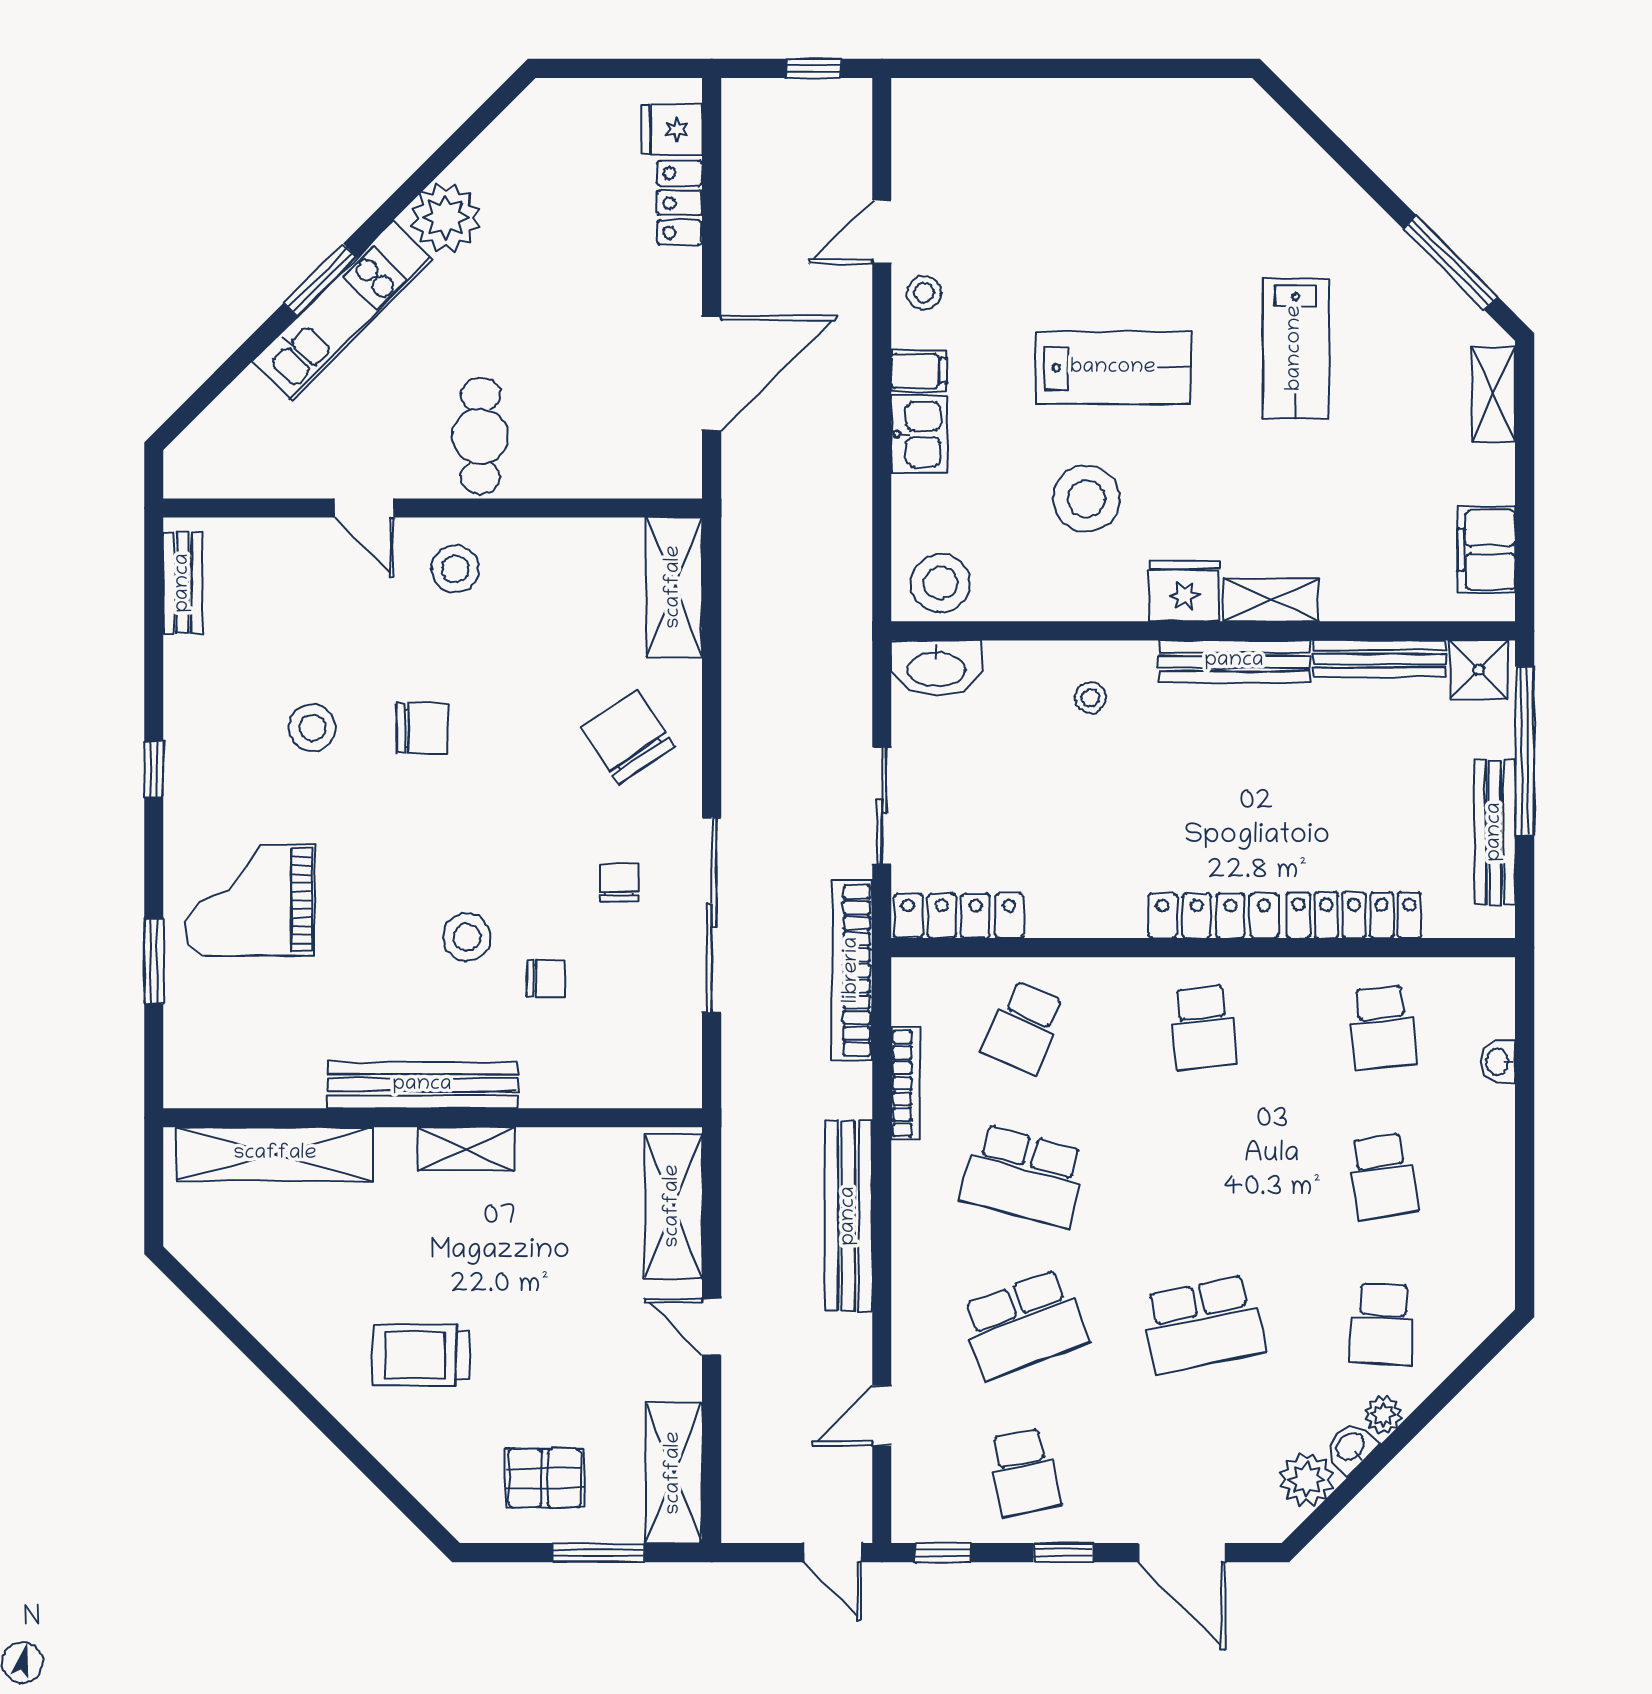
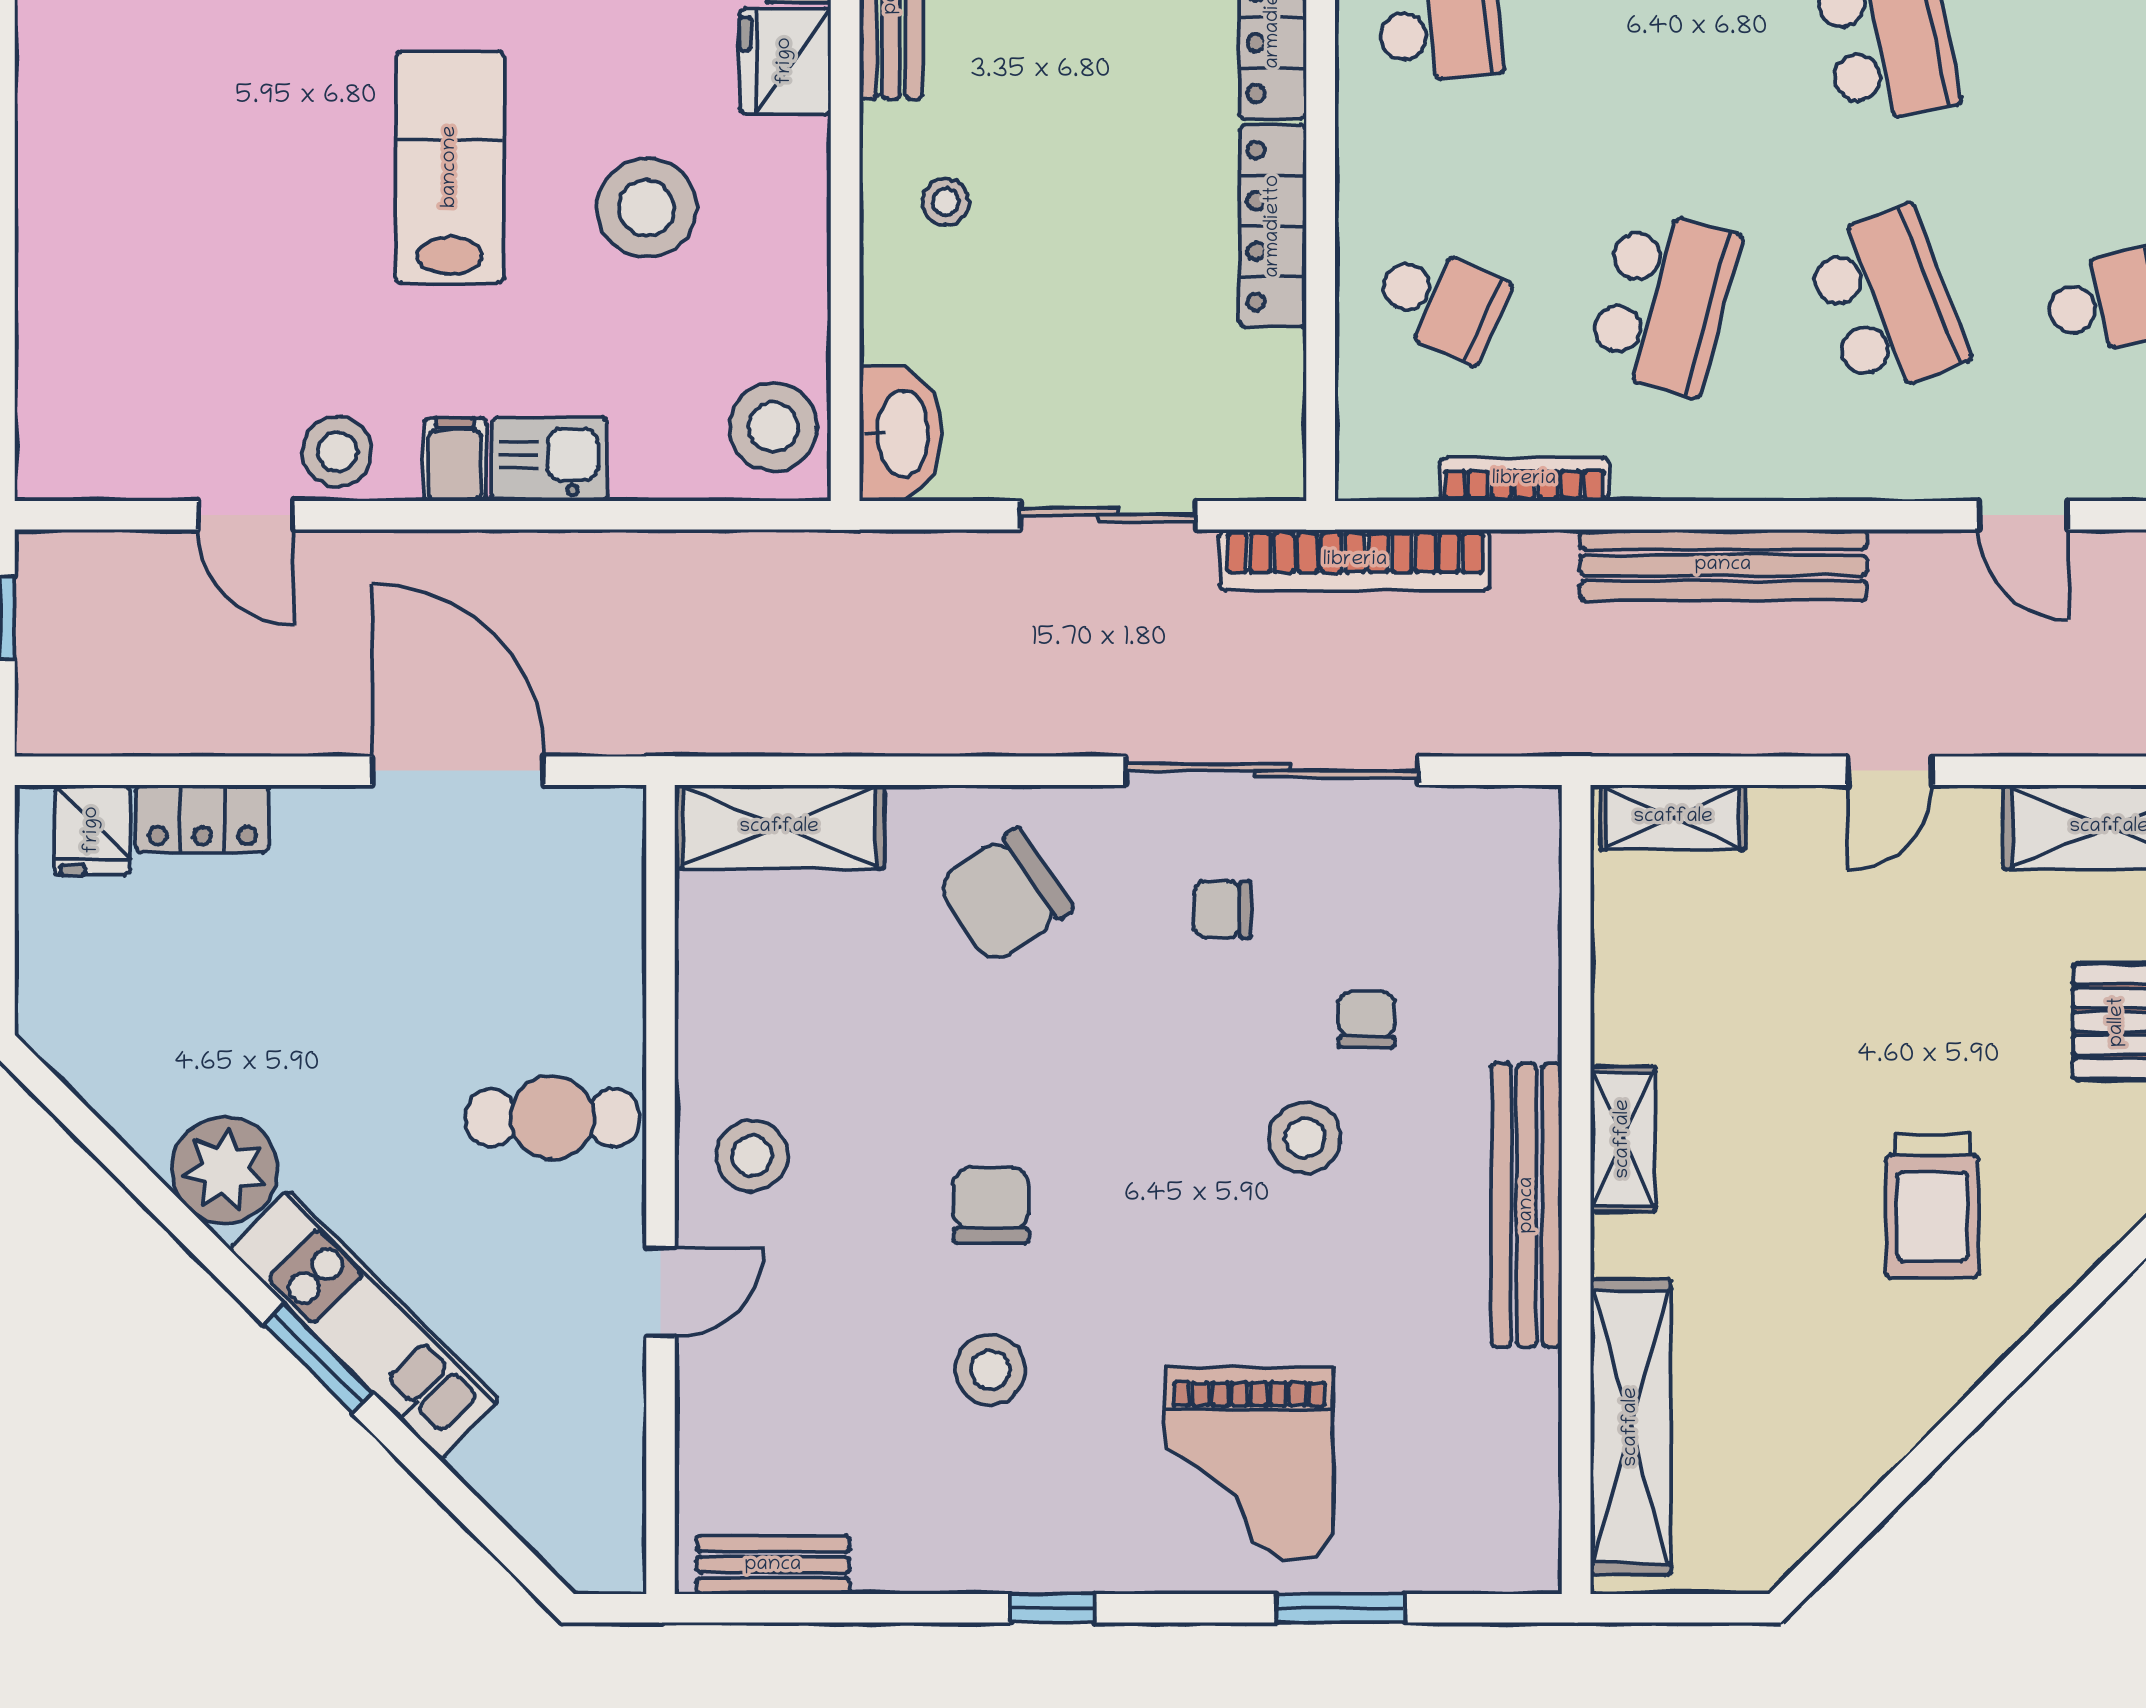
stool: (924, 293) -> (337, 452), width x1.37, depth x1.37
locker: (959, 916) -> (1273, 226), moved
shelving: (673, 1206) -> (1673, 817), width x0.67, depth x0.75

